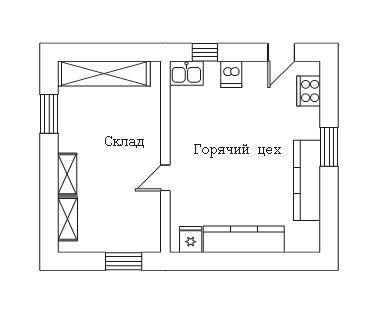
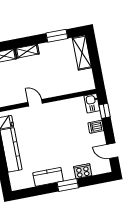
shelving: (104, 74) -> (82, 53), width x0.68
cooker: (309, 91) -> (83, 171), moved
kitchen counter: (307, 180) -> (48, 177), width x0.67

